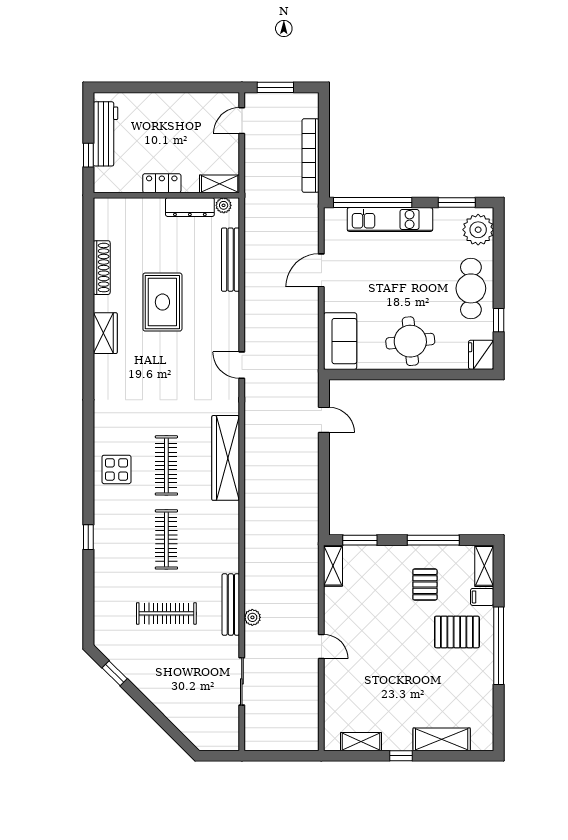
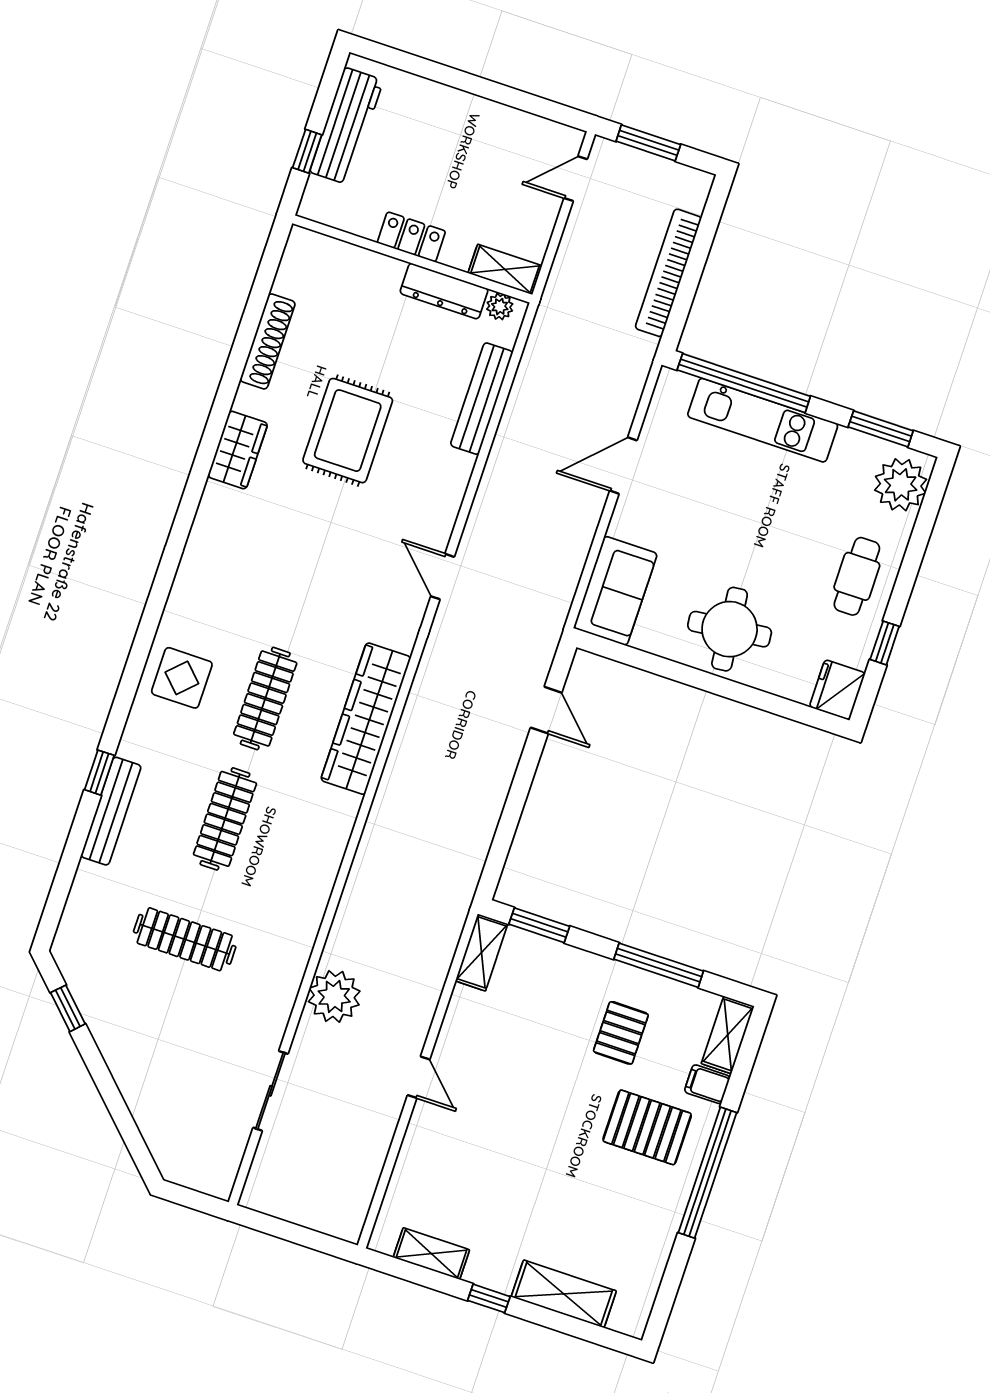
cafe table: (471, 288) -> (857, 576), width x0.73, depth x0.74
bench: (231, 604) -> (111, 811), moved
plant: (252, 617) -> (334, 996), width x1.87, depth x1.87

